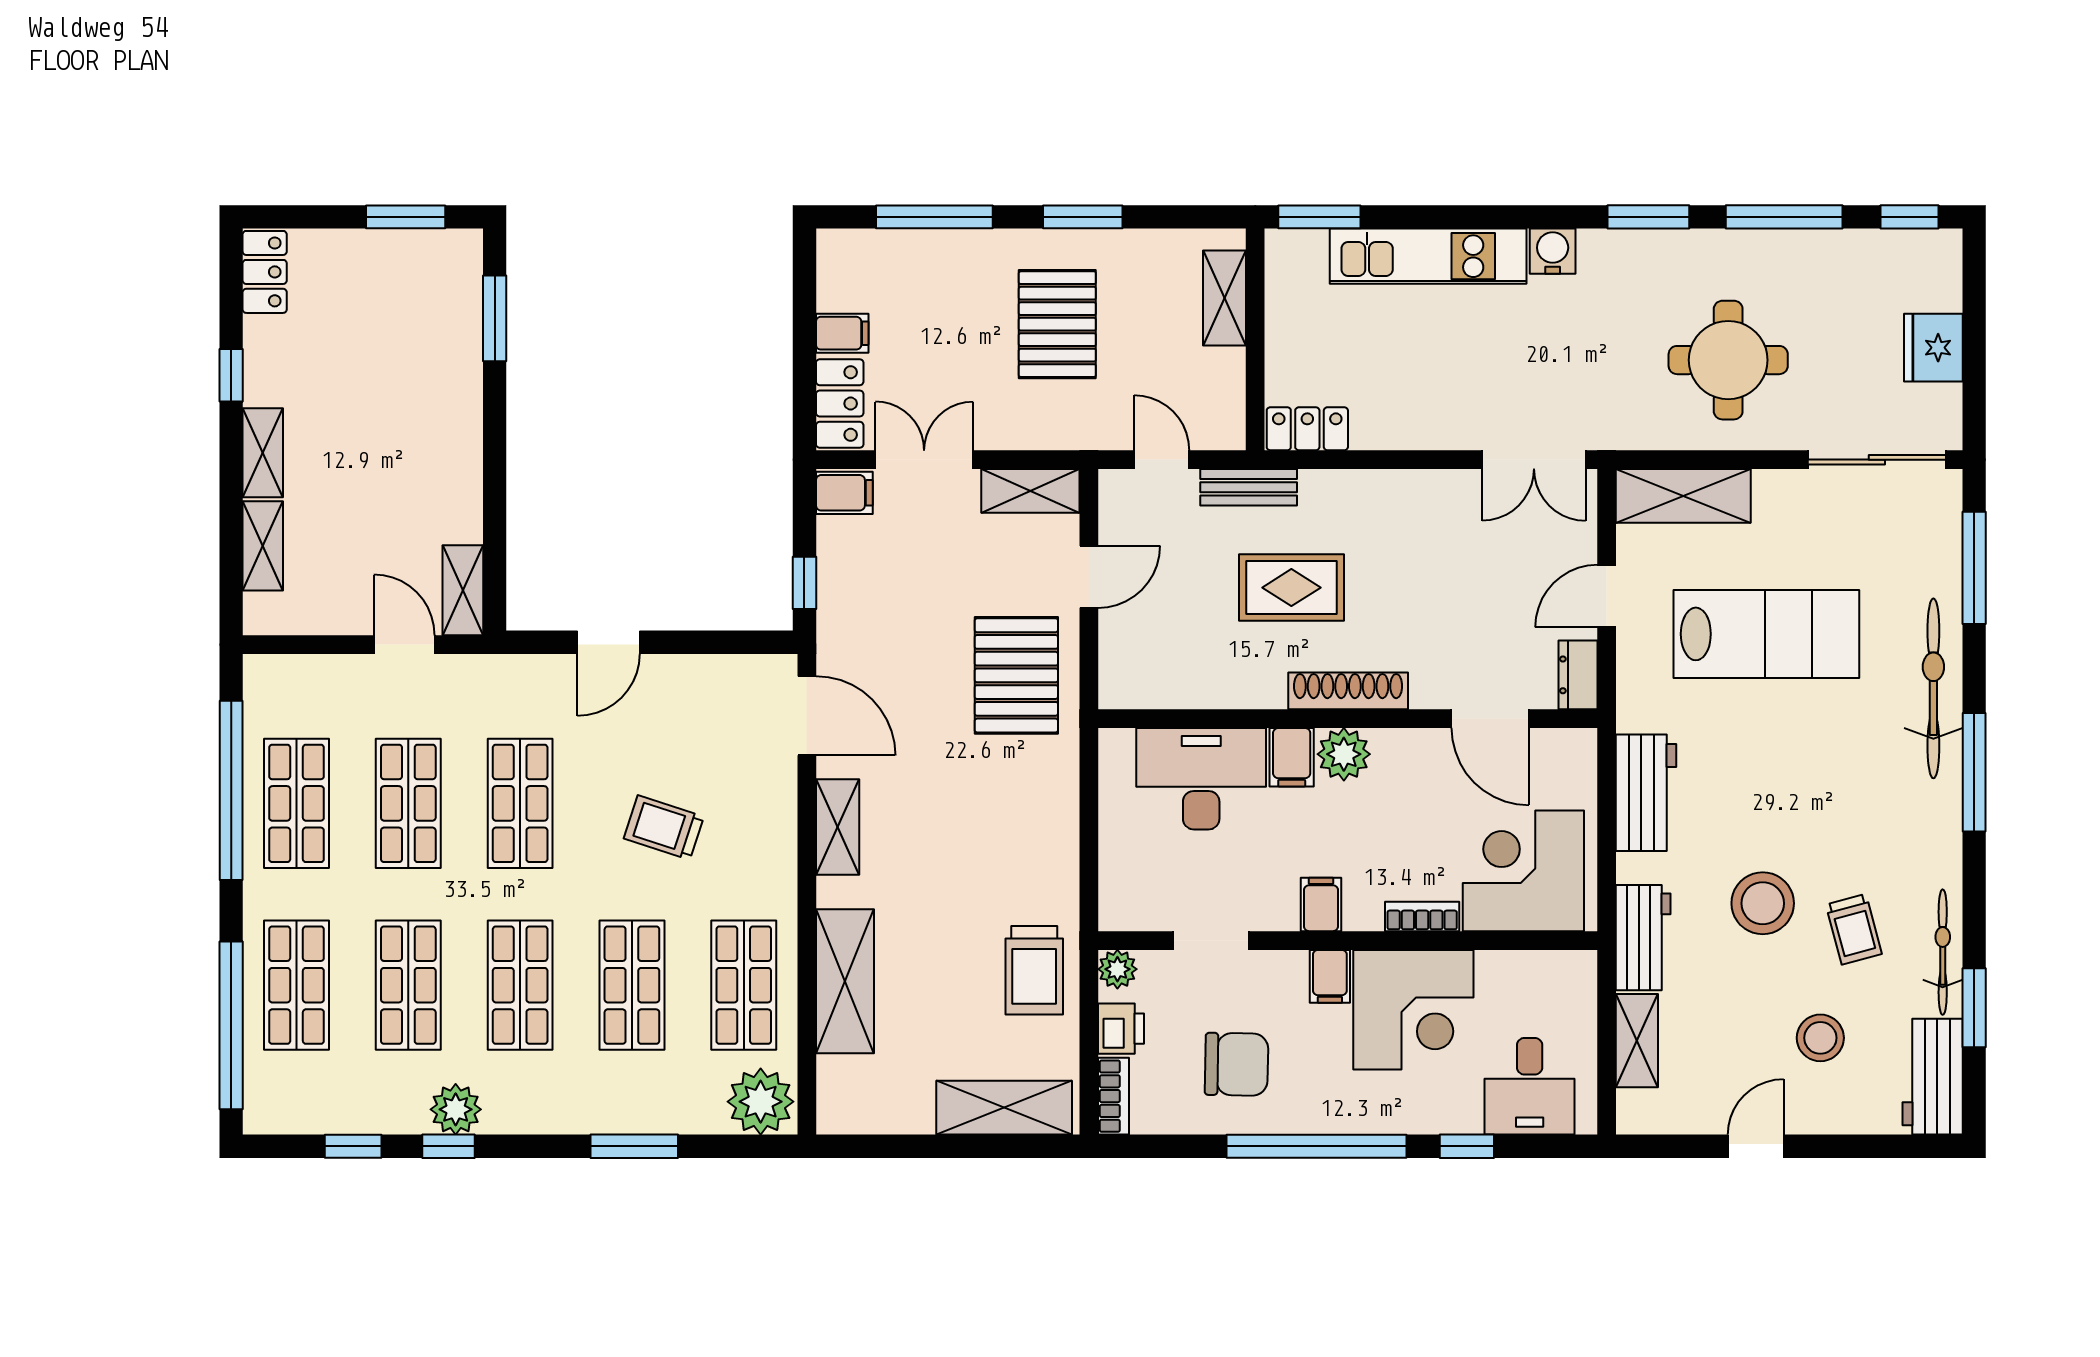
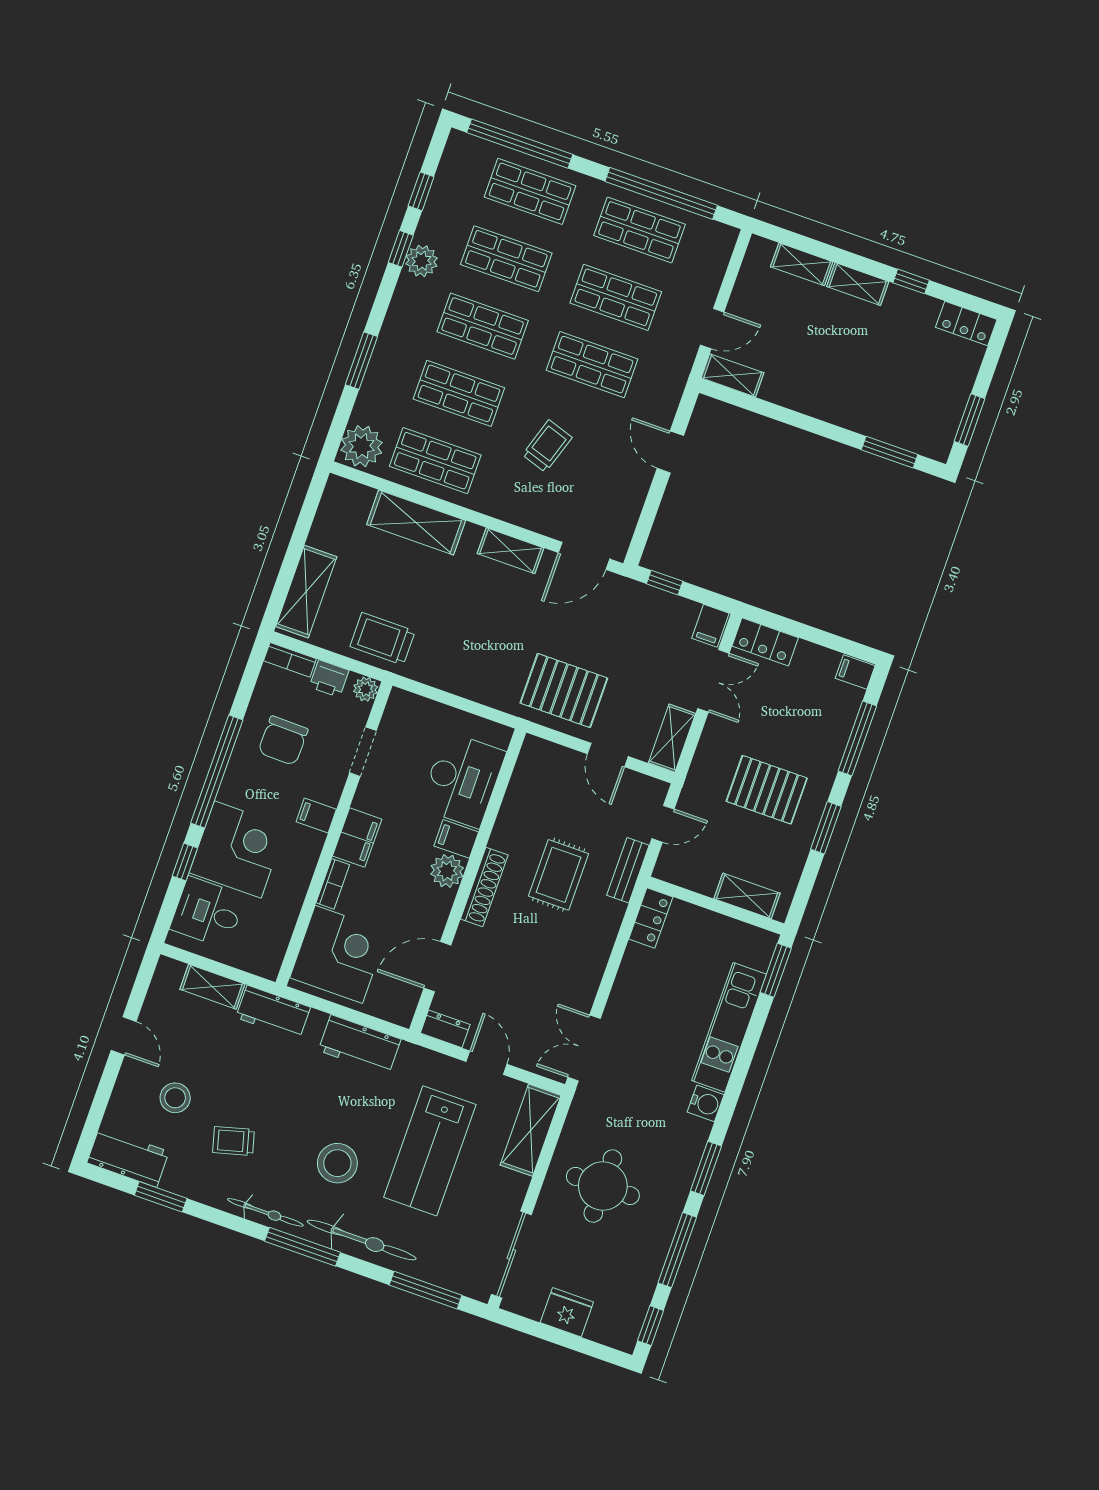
filing cabinet: (842, 333) -> (855, 672), moved, turned 90
stool: (1763, 903) -> (337, 1163), moved
filing cabinet: (1321, 904) -> (357, 838), width x2.00
bicycle: (1943, 952) -> (265, 1212), moved
corner desk: (1413, 1010) -> (238, 850), moved, turned 180

